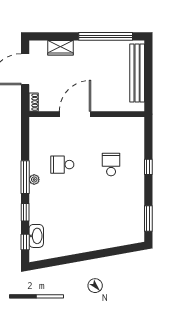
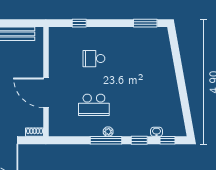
school desk: (62, 165) -> (94, 105), width x1.85
window: (148, 167) -> (79, 23), moved
washbasin: (36, 236) -> (156, 132), width x0.52, depth x0.69

